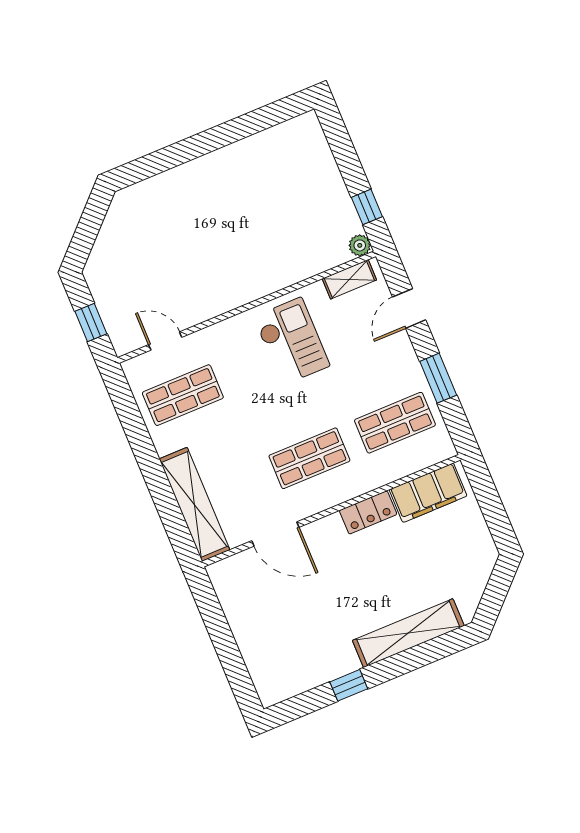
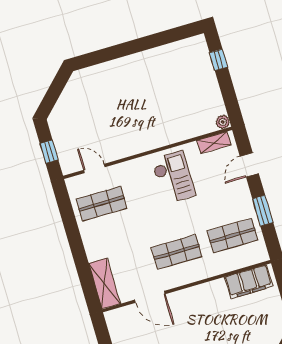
window: (367, 207) -> (219, 60), moved
shelving: (194, 504) -> (104, 284), width x0.68
locker: (368, 512) -> (210, 290), removed

